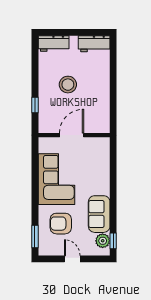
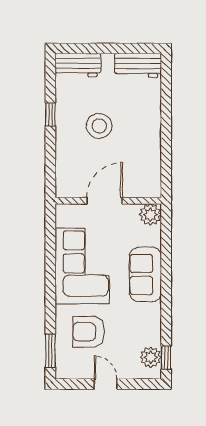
window: (35, 105) -> (50, 114), moved
plant: (102, 144) -> (150, 215), added
sofa: (99, 214) -> (145, 275), moved

